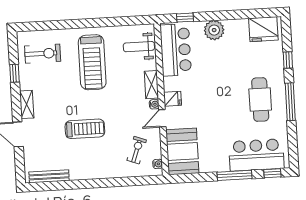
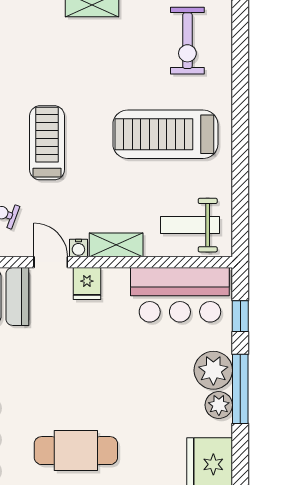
window: (223, 15) -> (240, 389), added
plant: (232, 26) -> (219, 405), added
weight bench: (139, 47) -> (190, 225), turned -90
treadmill: (85, 129) -> (47, 143), moved, turned 180

